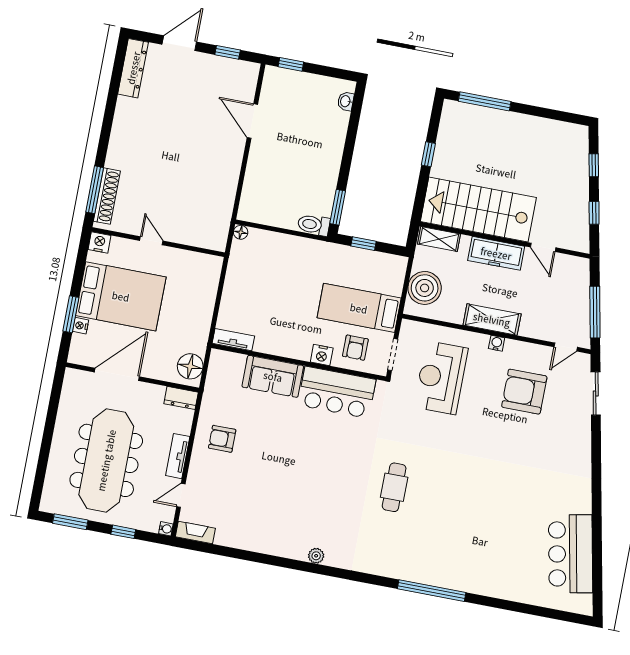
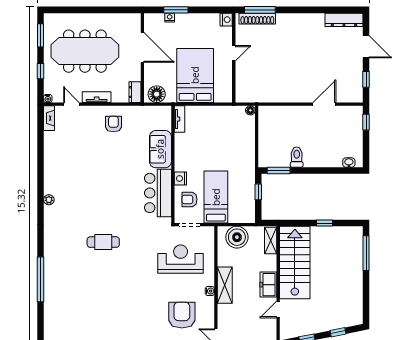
toilet: (314, 225) -> (297, 157), moved
freezer: (496, 253) -> (268, 285), width x0.71
bed: (121, 296) -> (195, 75), moved, turned 180

